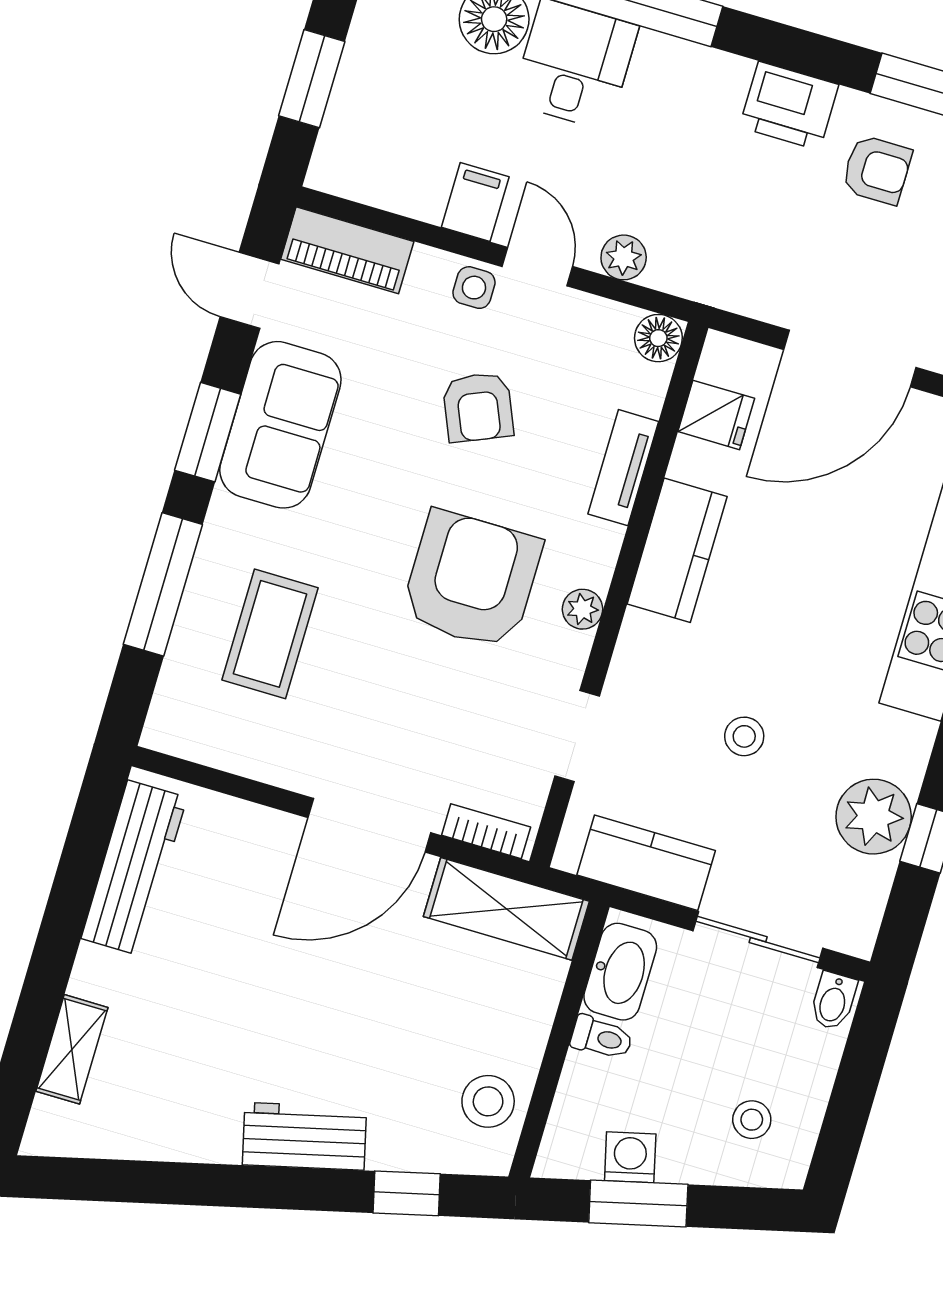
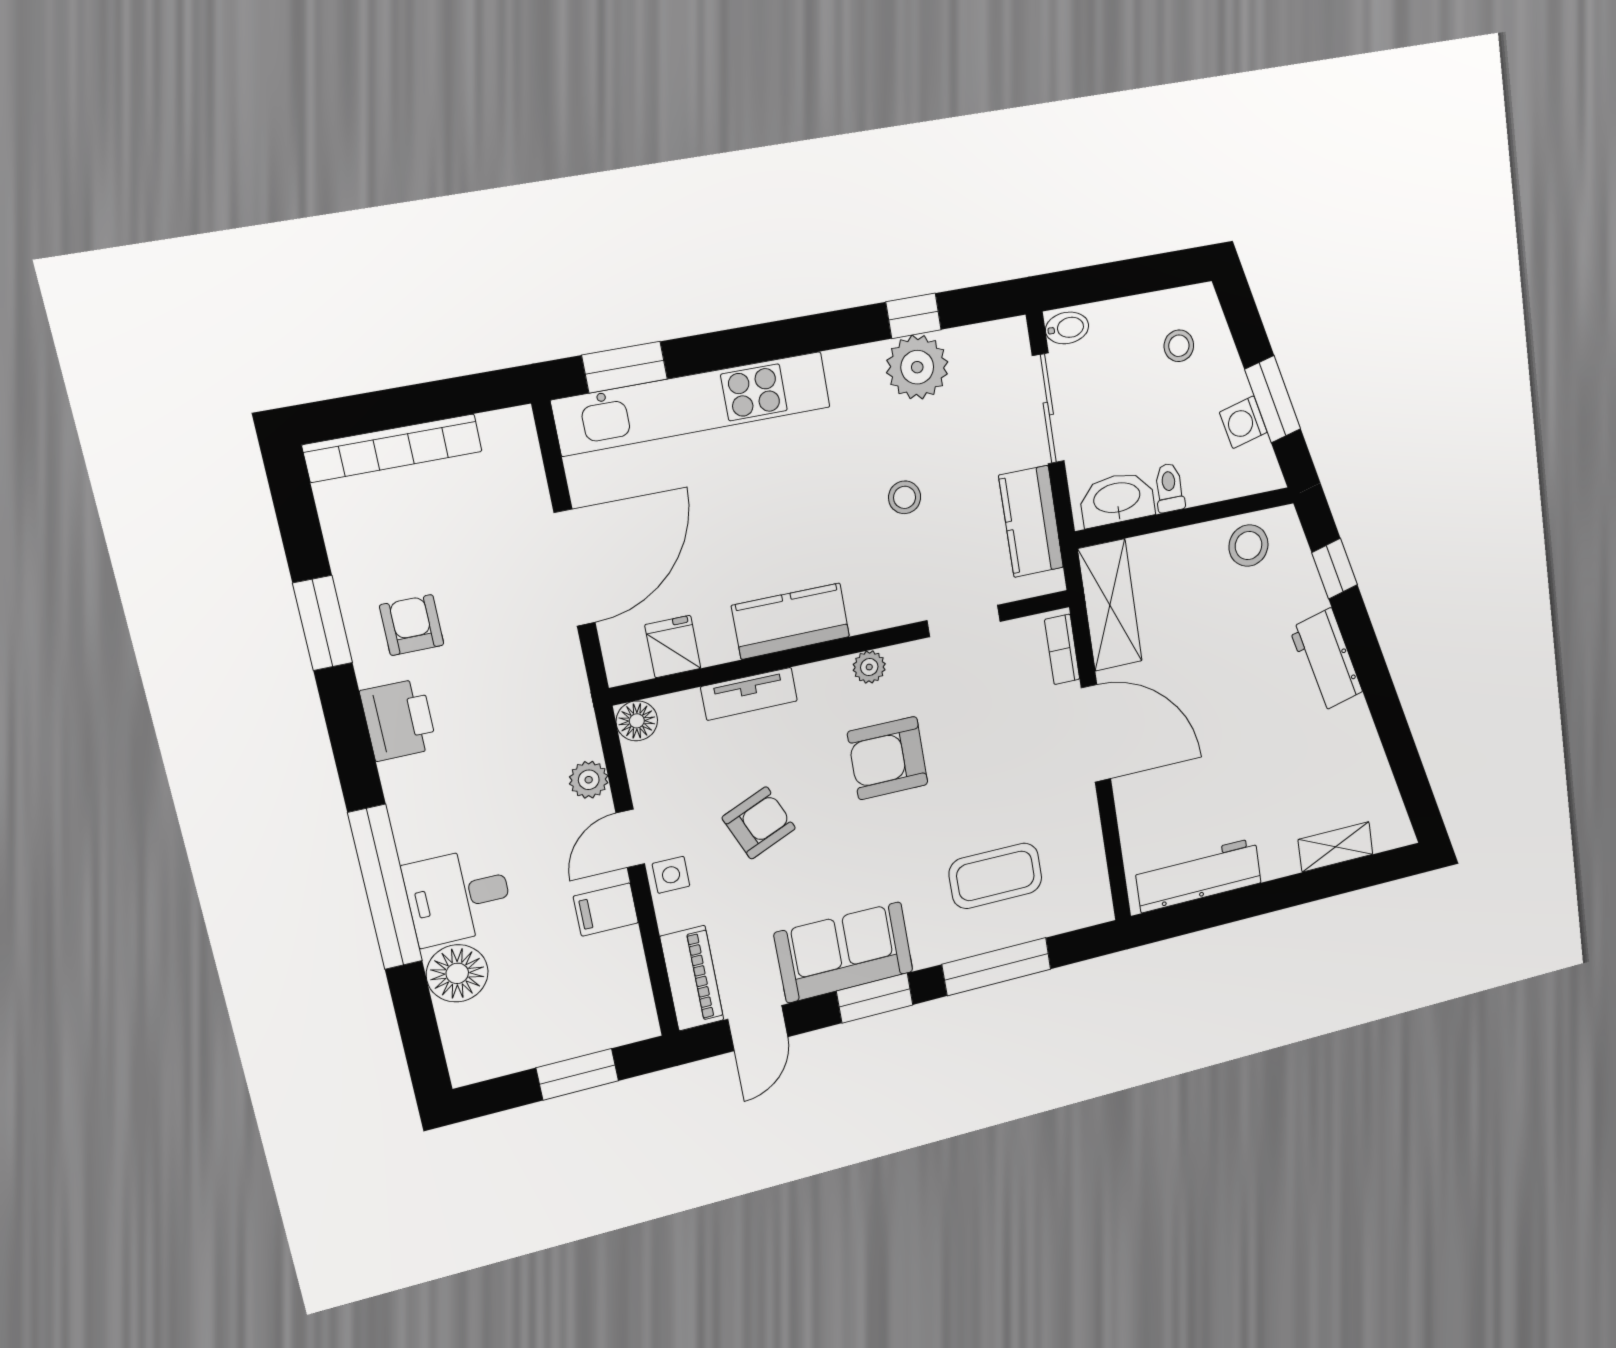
door: (850, 359) -> (575, 568), hinge flipped
armchair: (472, 580) -> (888, 758), width x0.73, depth x0.73

